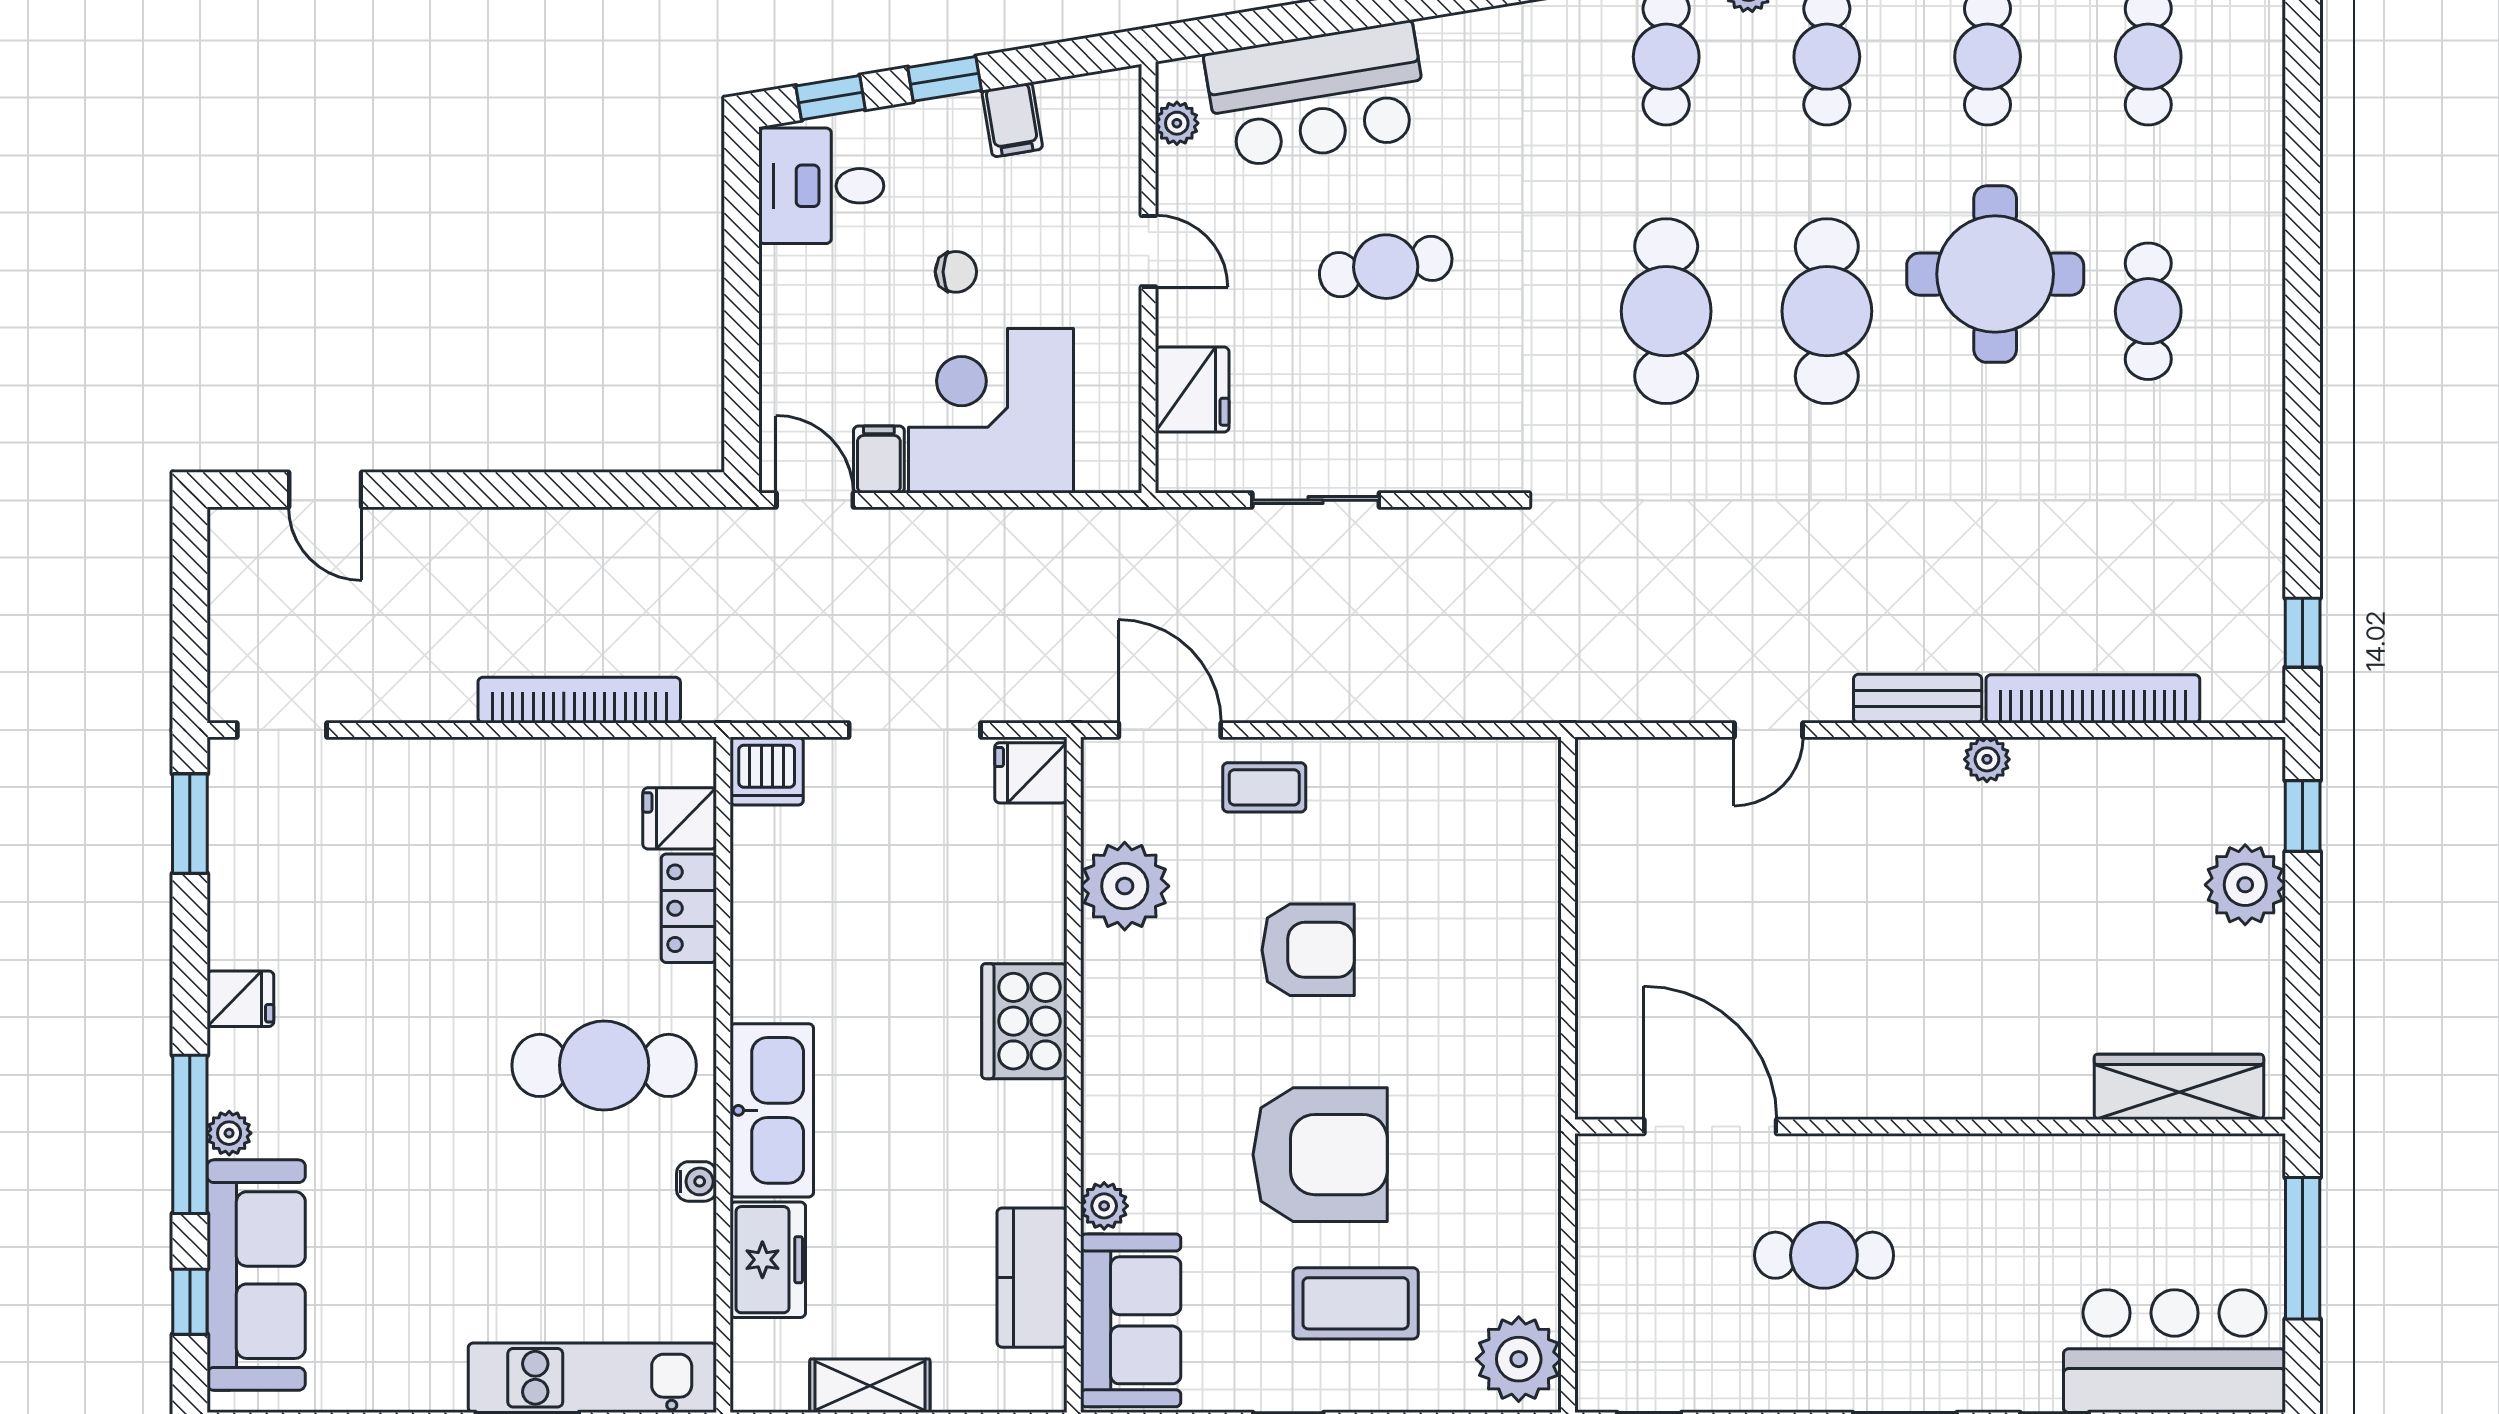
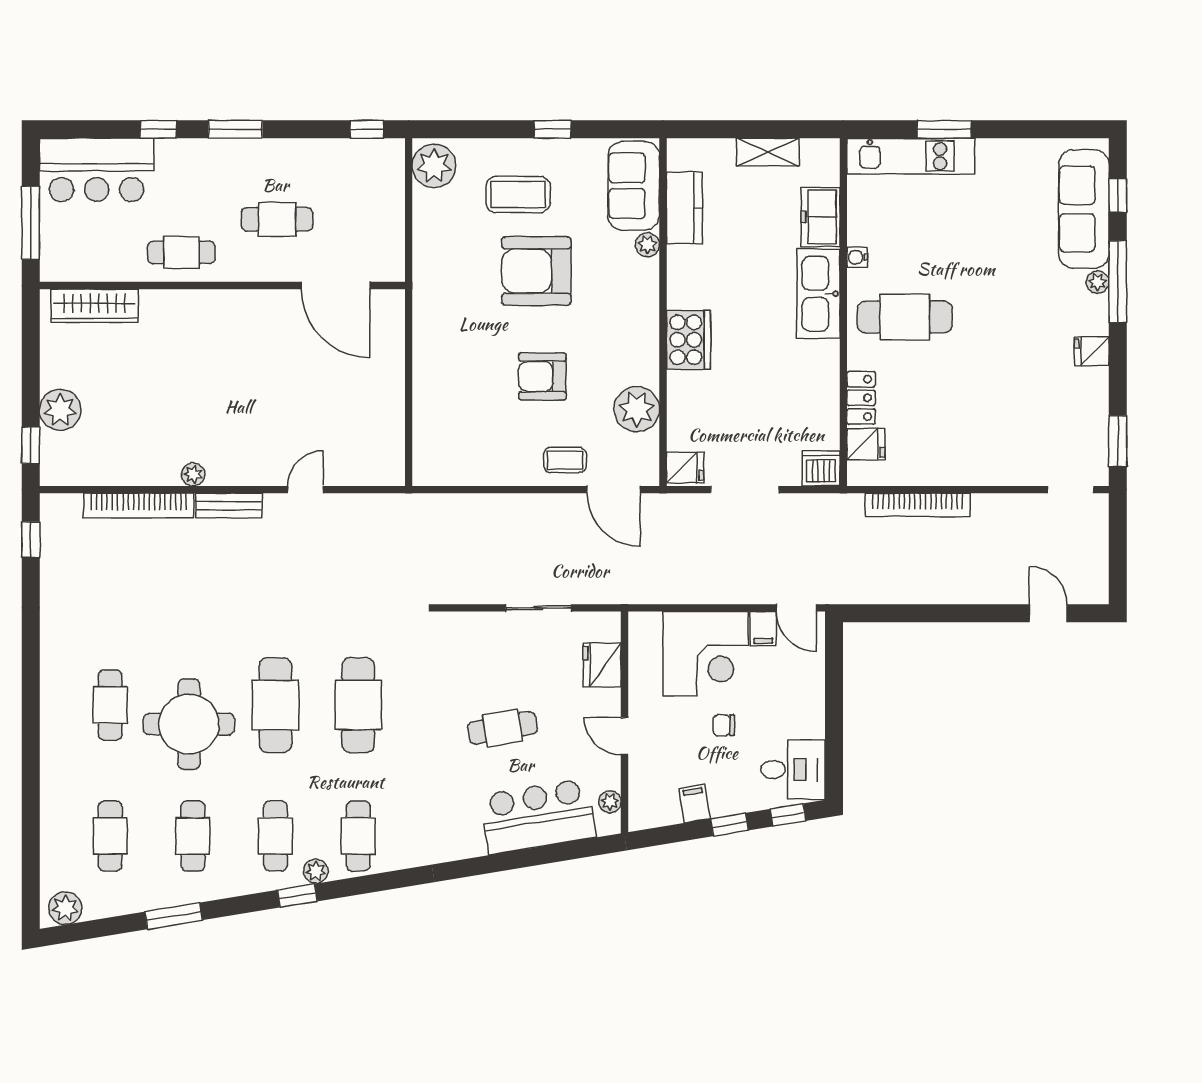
cafe table: (2010, 1191) -> (181, 252), added

